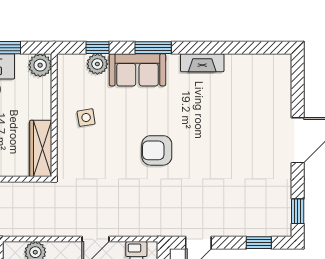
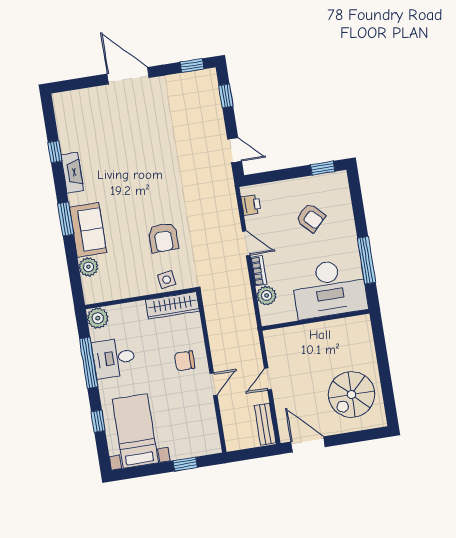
window: (98, 48) -> (55, 152), moved
side table: (86, 118) -> (167, 280), moved
armchair: (157, 150) -> (163, 238), moved
bookcase: (63, 248) -> (259, 271), added

